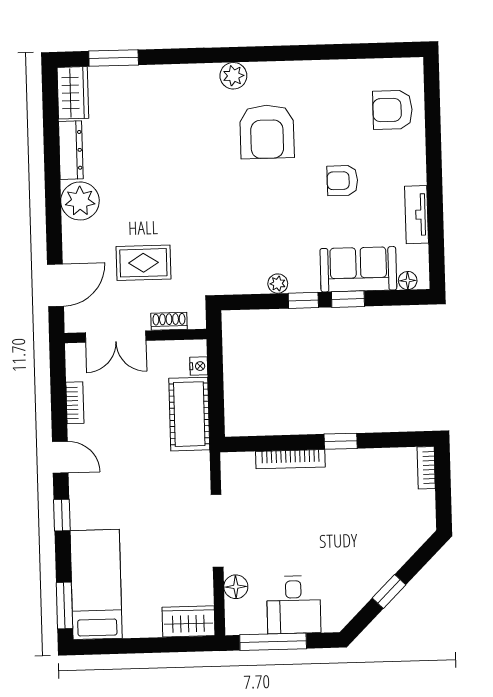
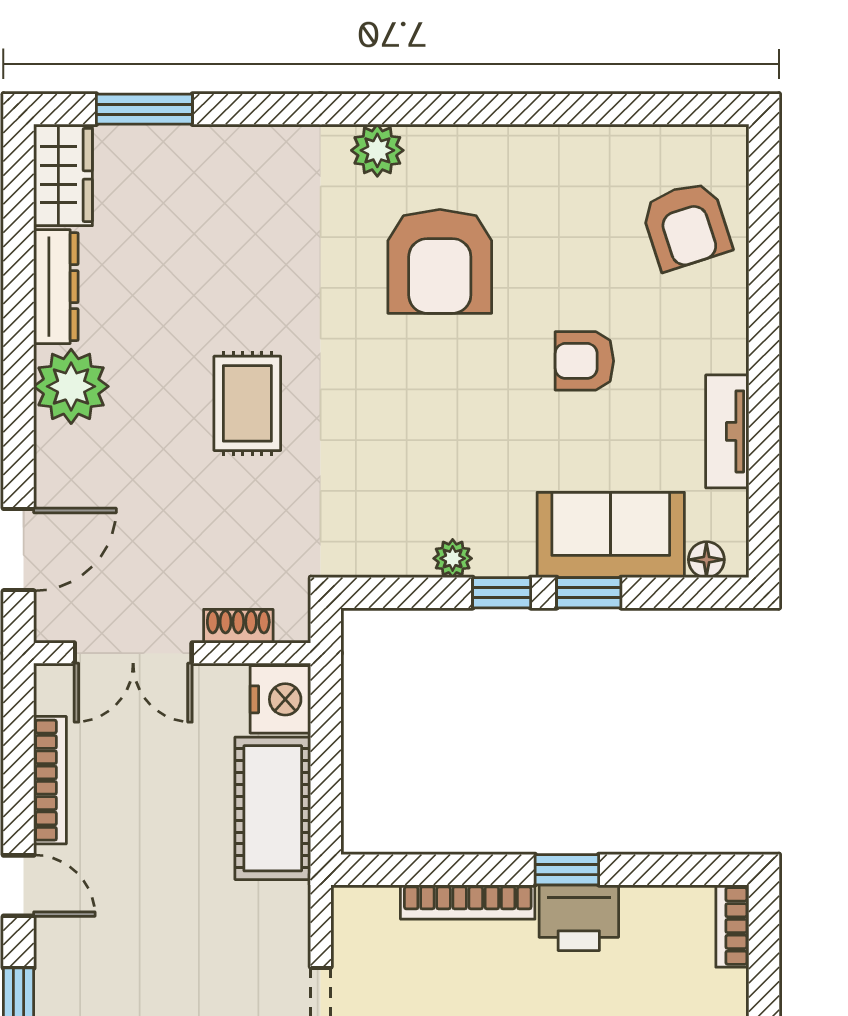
armchair: (393, 110) -> (686, 226), turned -108
rug: (143, 263) -> (247, 403), moved, turned 90
nightstand: (199, 366) -> (280, 699), width x1.89, depth x1.79
bookcase: (75, 403) -> (50, 780), width x1.56
printer: (347, 466) -> (579, 918), added

